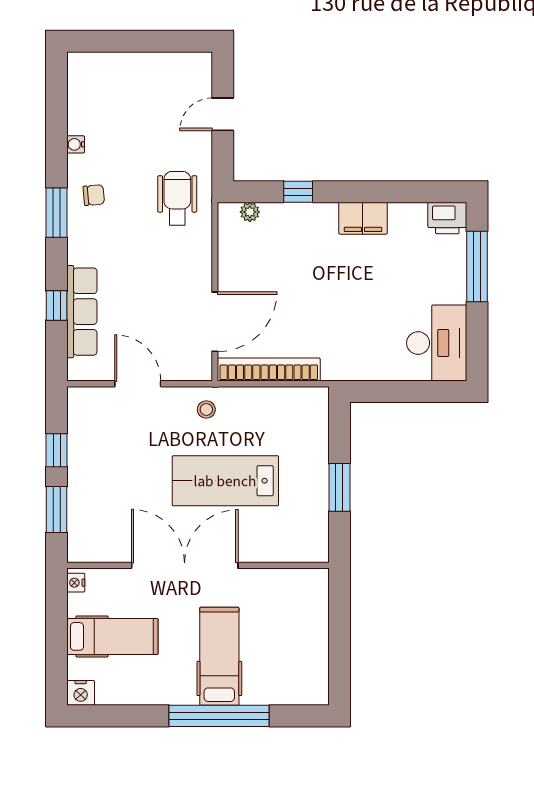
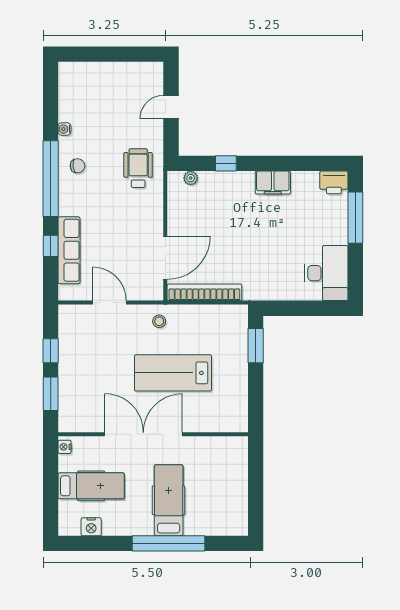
window: (57, 213) -> (51, 179), width x2.11
window: (339, 487) -> (256, 346), moved
nightstand: (81, 693) -> (91, 527), moved

